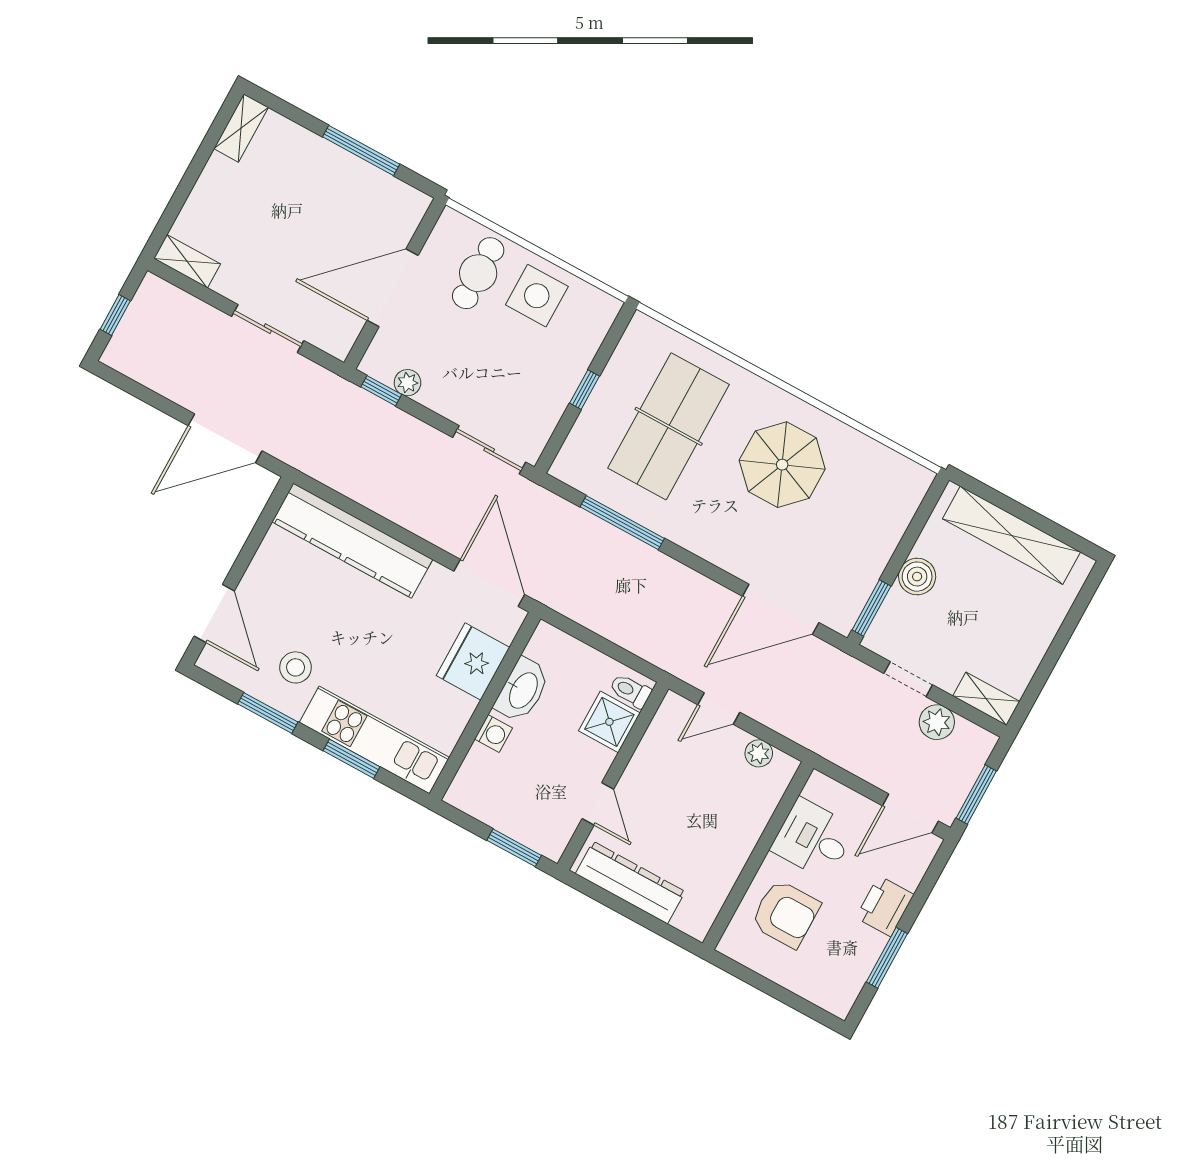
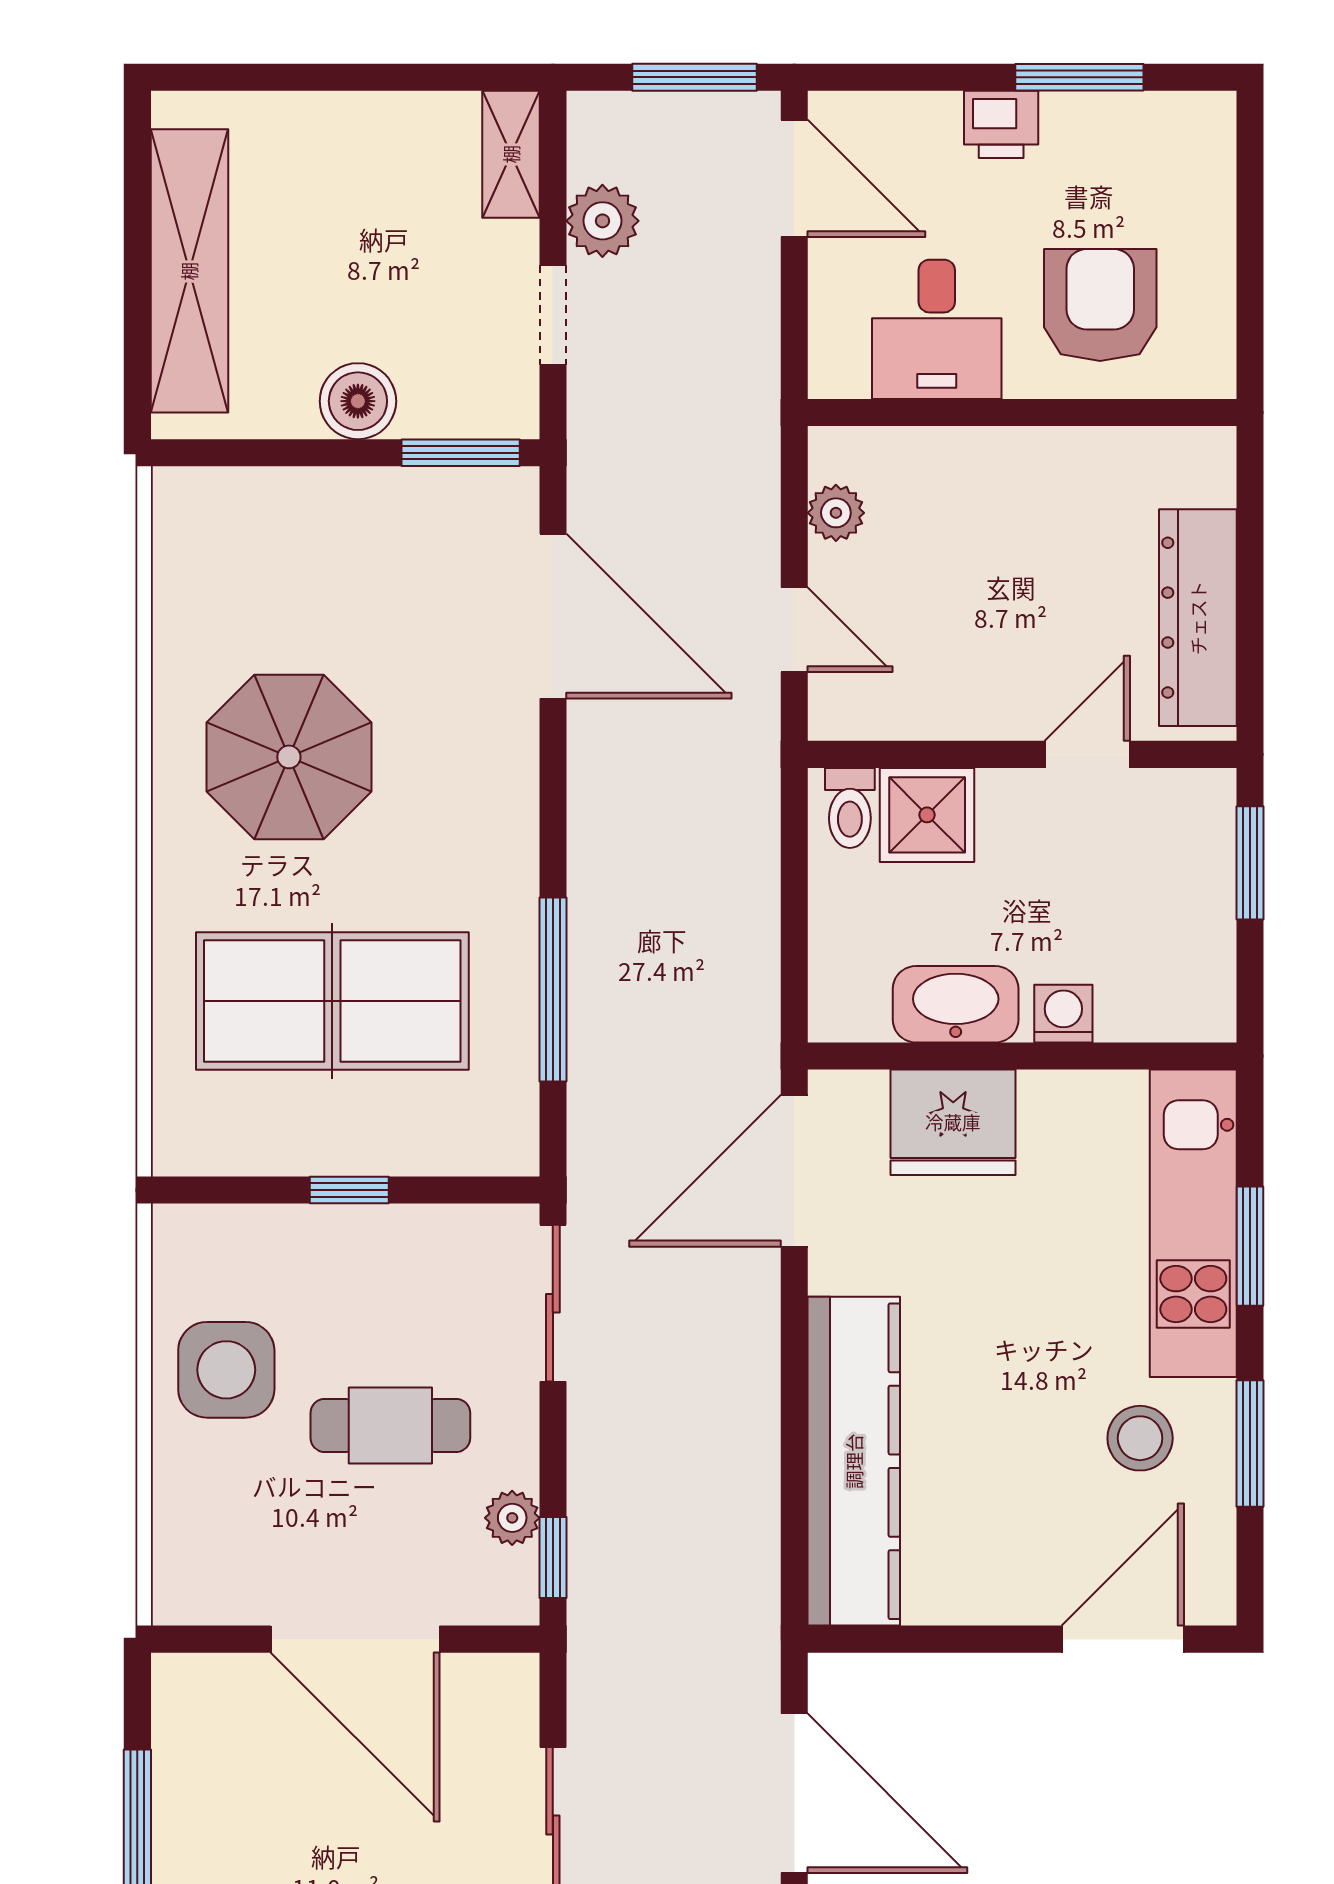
cafe table: (478, 273) -> (390, 1425), moved
printer: (885, 906) -> (1001, 124), width x0.73, depth x0.81

